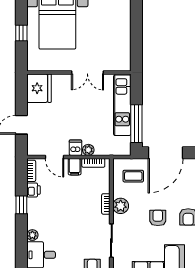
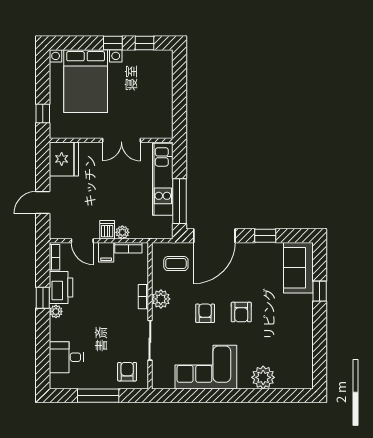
window: (21, 33) -> (43, 113), moved
printer: (33, 190) -> (61, 288), width x1.87, depth x1.48
plant: (32, 235) -> (56, 311), moved

